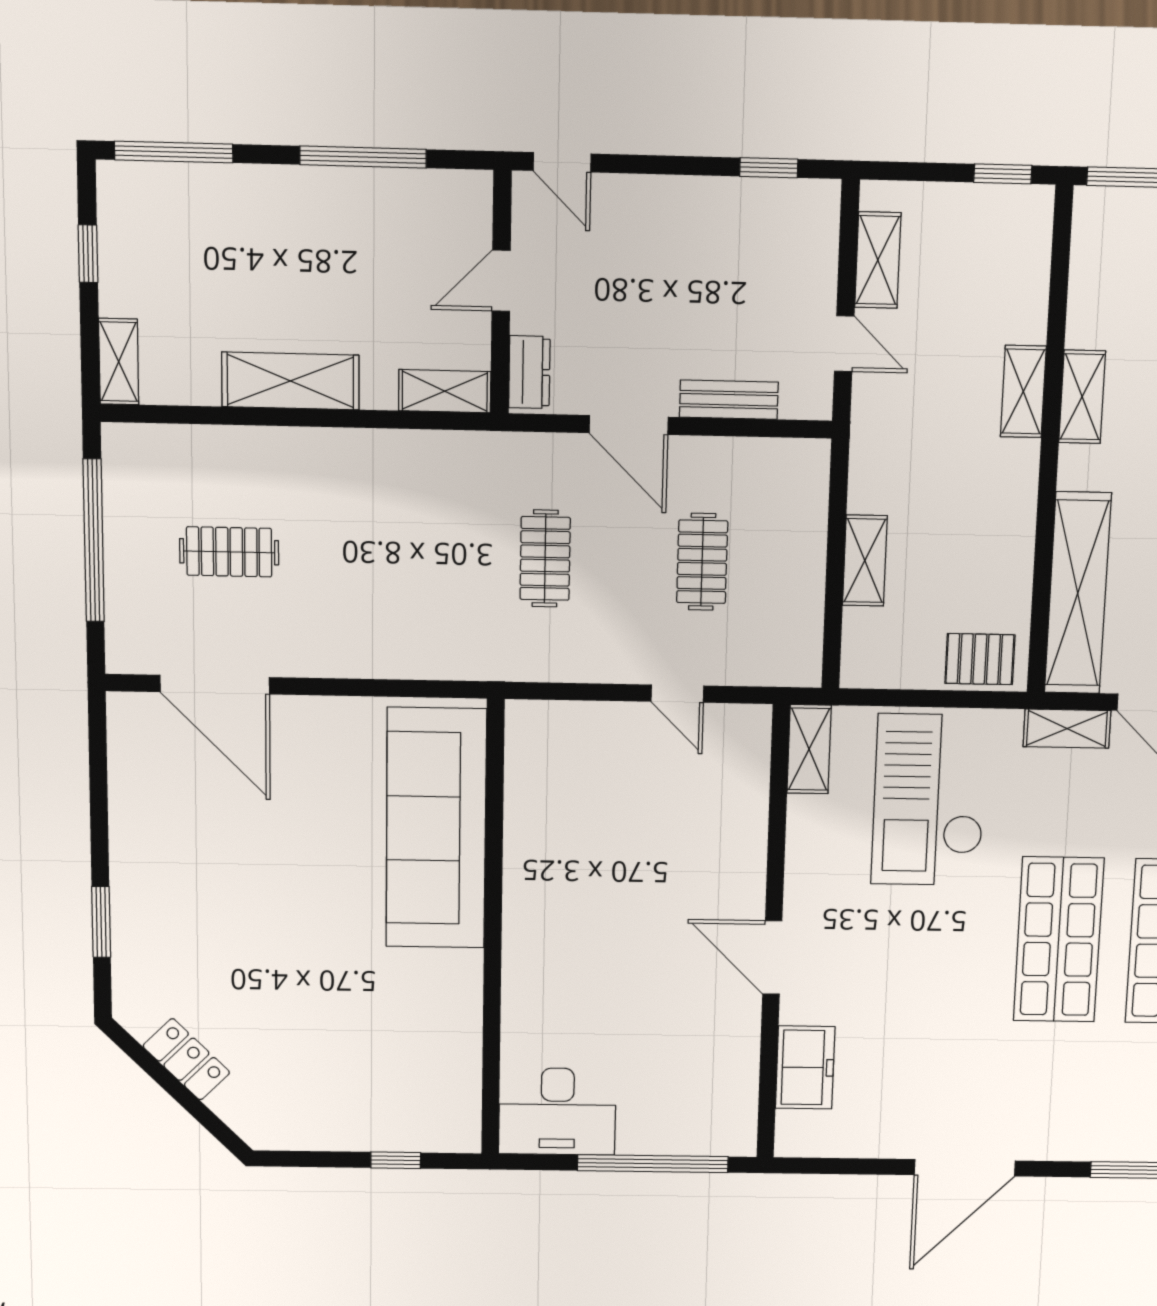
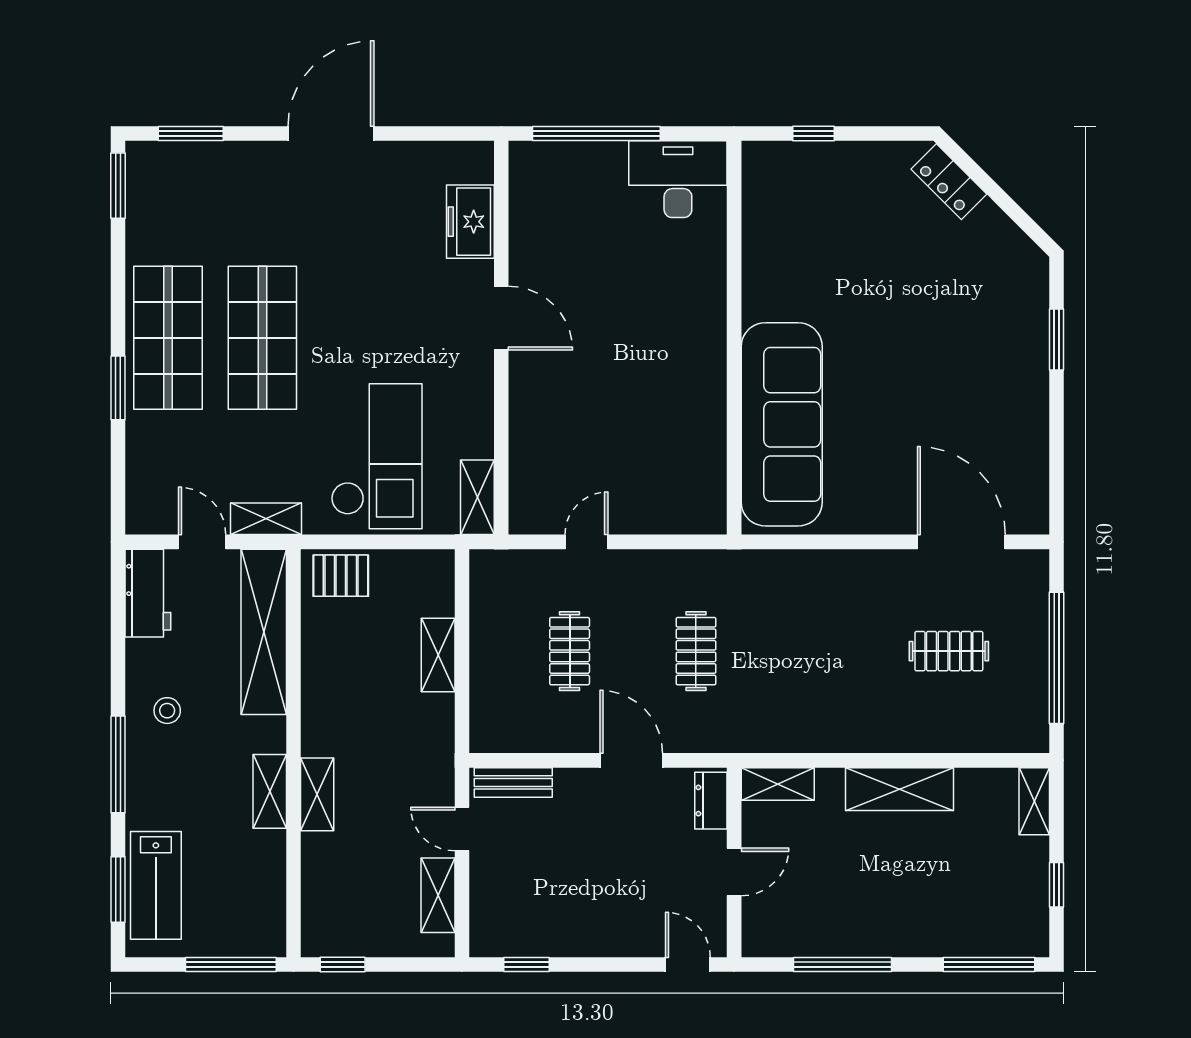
bench: (729, 400) -> (513, 782), moved
door: (677, 694) -> (586, 542), hinge flipped
locker: (186, 1059) -> (949, 182), moved

